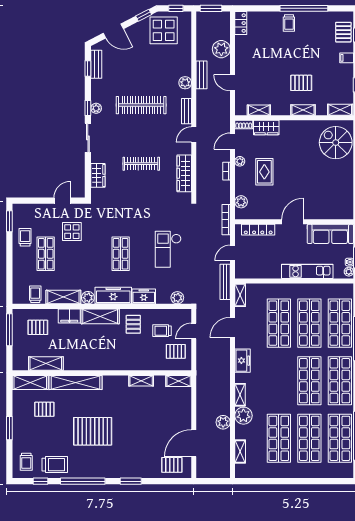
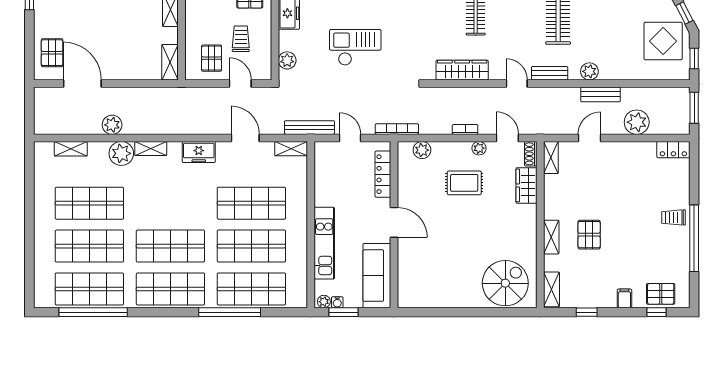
shelving: (259, 110) -> (551, 157), moved

